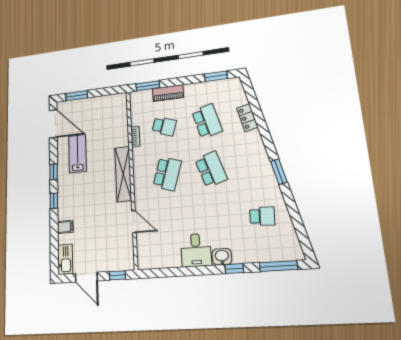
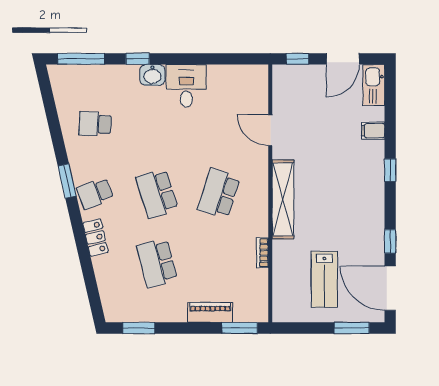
locker: (247, 118) -> (95, 238), moved
school desk: (164, 126) -> (95, 193), moved, turned -39
lab bench: (77, 154) -> (324, 279), moved
window: (54, 172) -> (390, 241), moved
door: (86, 277) -> (343, 59), swing flipped

